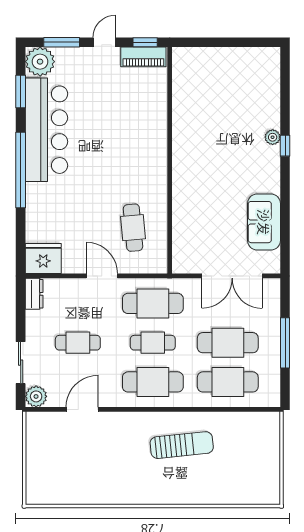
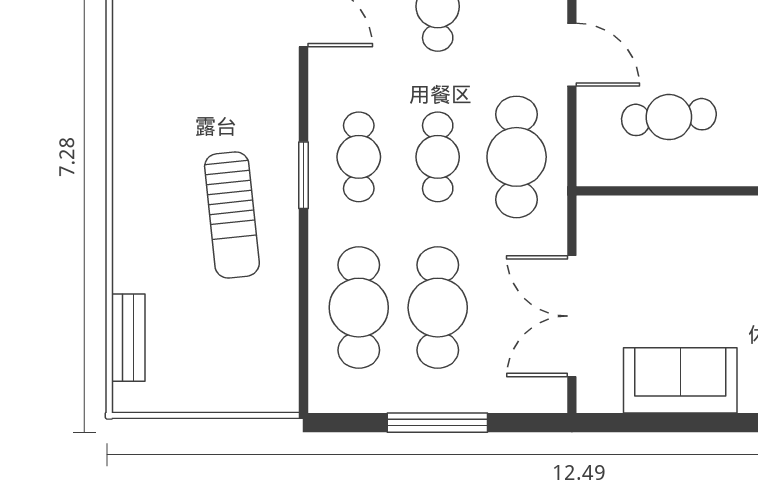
door: (102, 276) -> (572, 55), hinge flipped
cafe table: (153, 382) -> (359, 157), width x0.73, depth x0.74
window: (162, 409) -> (304, 175), added
bench: (243, 497) -> (128, 338), added

